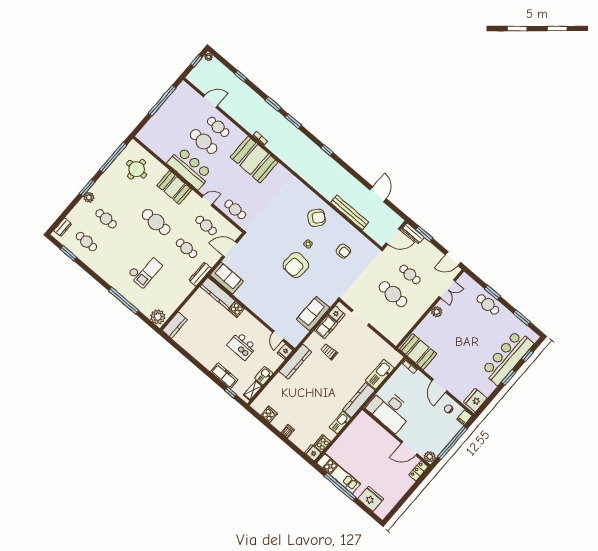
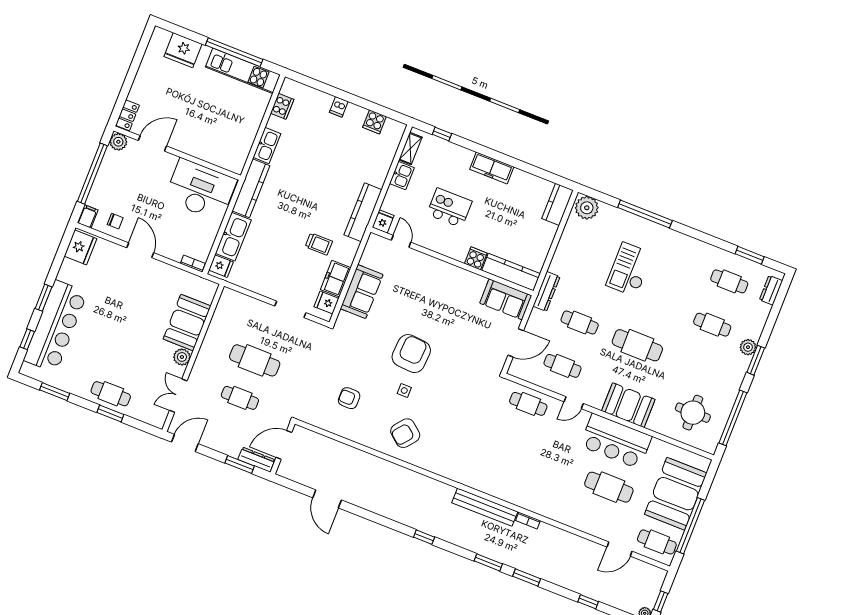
cafe table: (218, 127) -> (657, 542), moved
booth: (254, 160) -> (676, 494), moved, turned 90
bench: (350, 212) -> (485, 507), moved
booth: (418, 352) -> (187, 323), moved, turned 90
freezer: (224, 376) -> (492, 168), moved
fridge: (313, 453) -> (221, 266), moved

